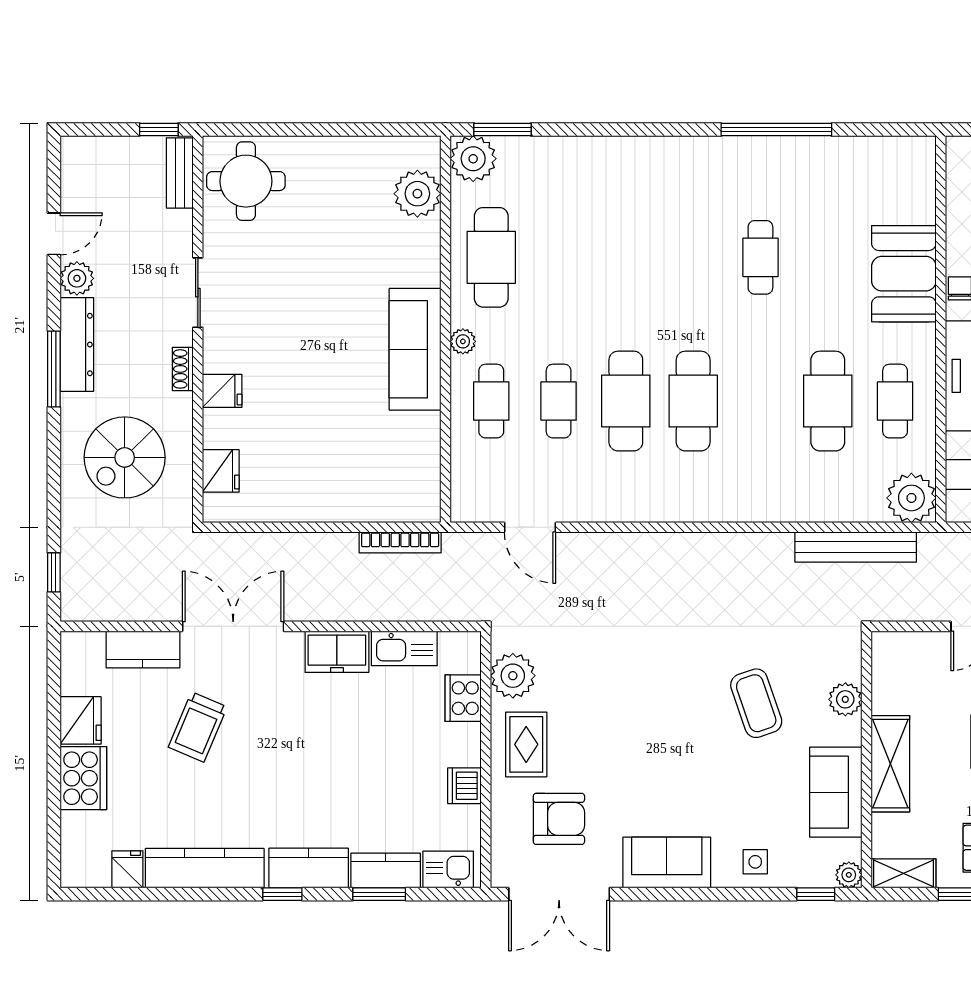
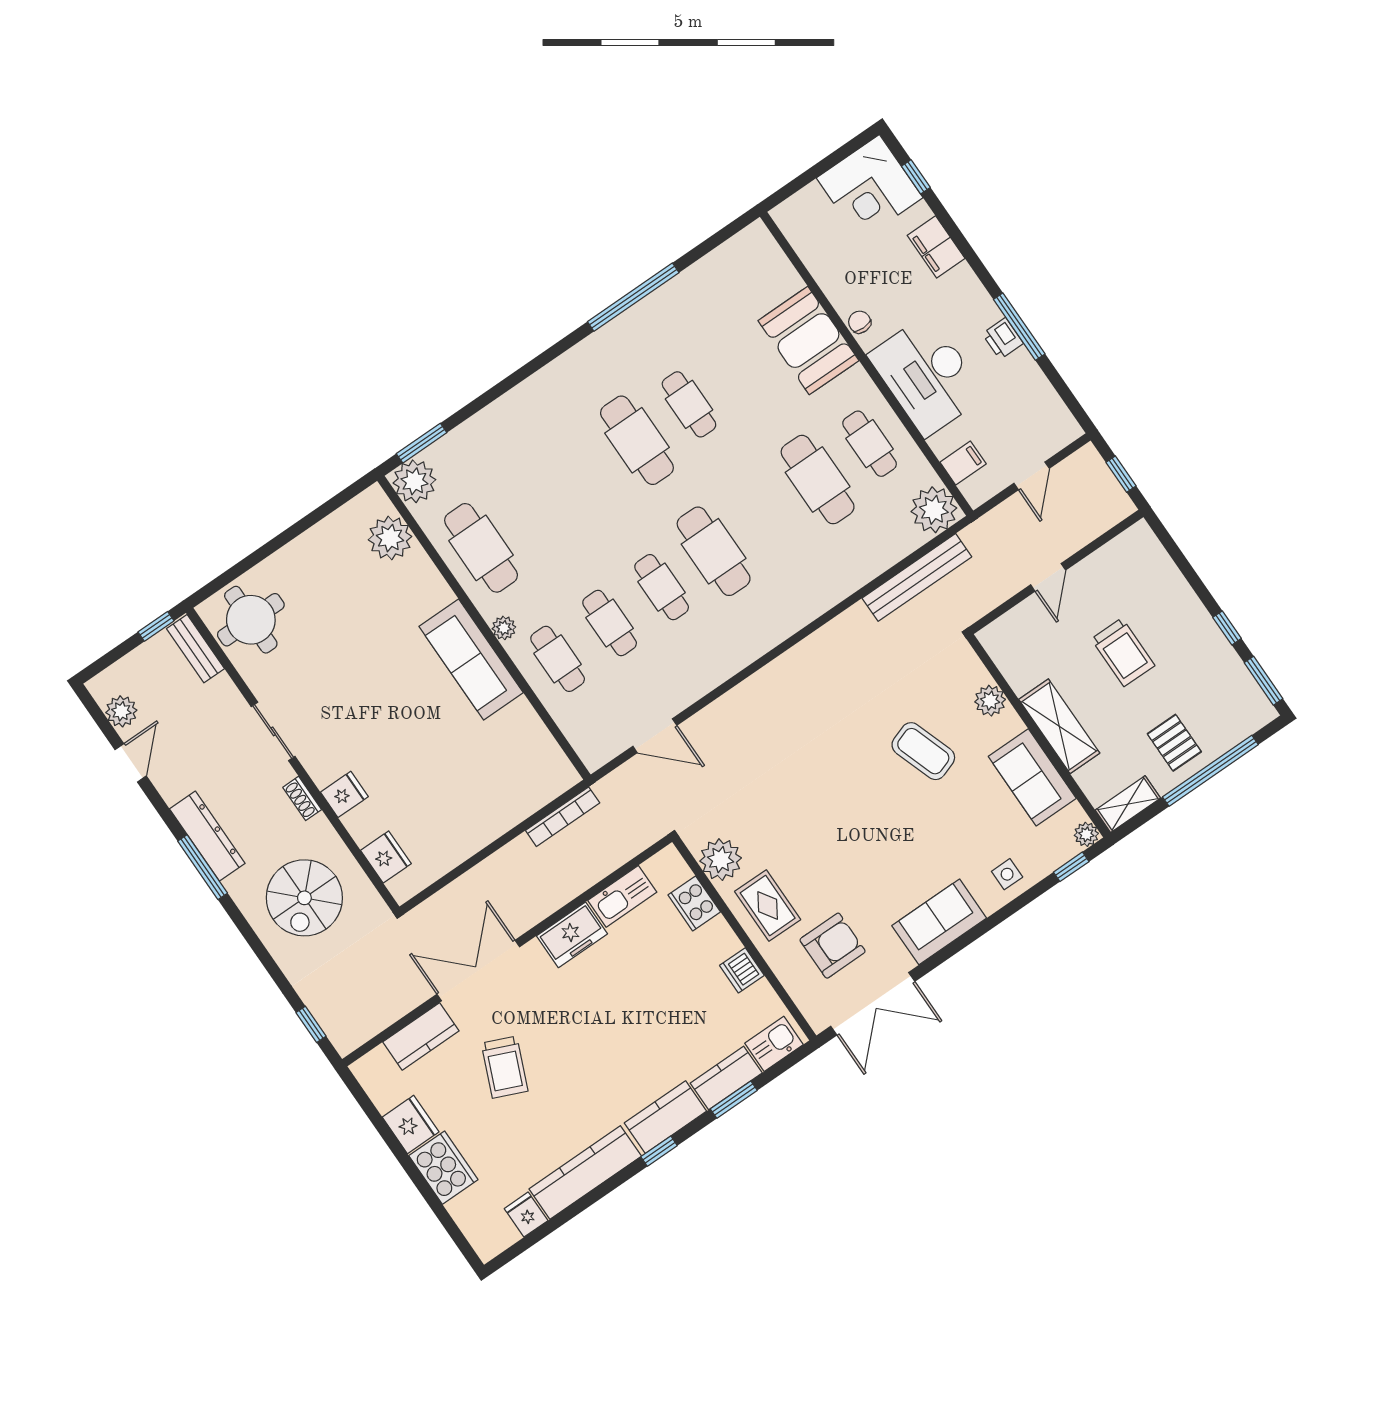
cafe table: (693, 257) -> (637, 440), added
plant: (77, 278) -> (121, 711), moved
cafe table: (626, 401) -> (662, 587), width x0.73, depth x0.74

